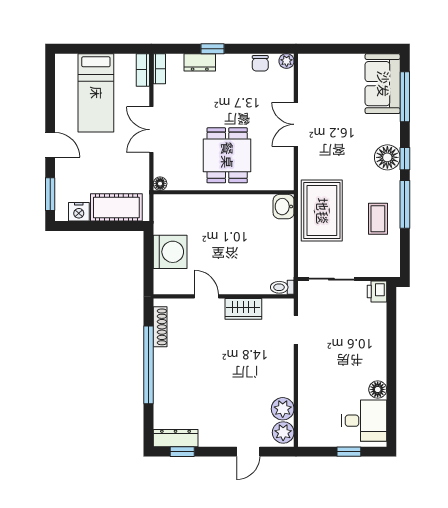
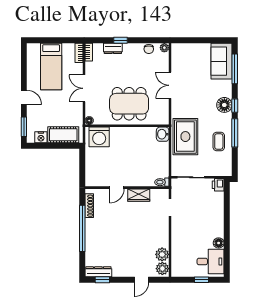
dining table: (227, 155) -> (129, 104), width x1.37
washing machine: (170, 252) -> (99, 137), moved, turned 90
door: (206, 296) -> (117, 188), swing flipped

